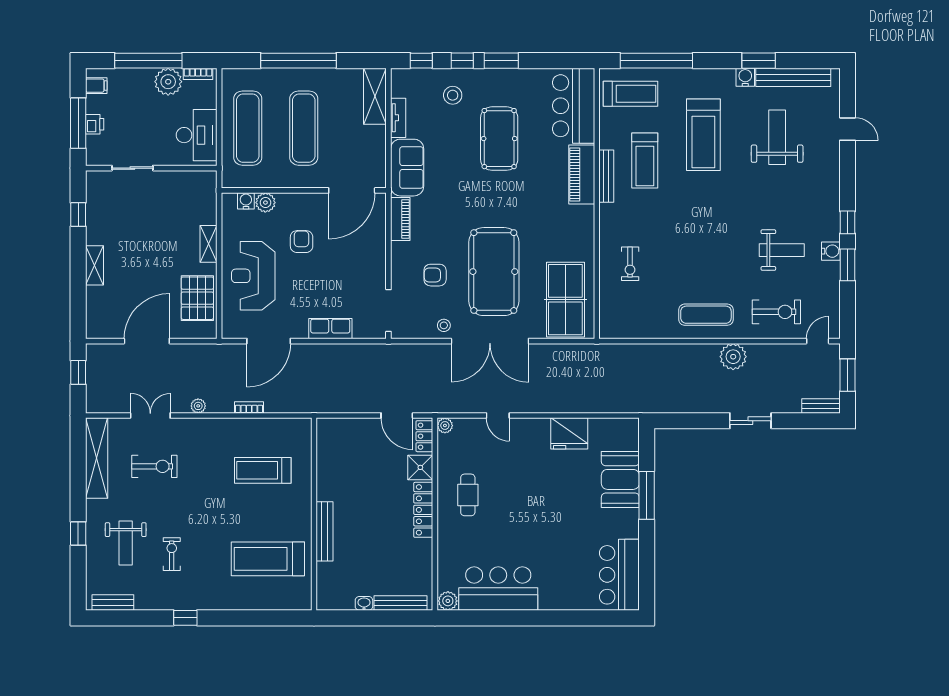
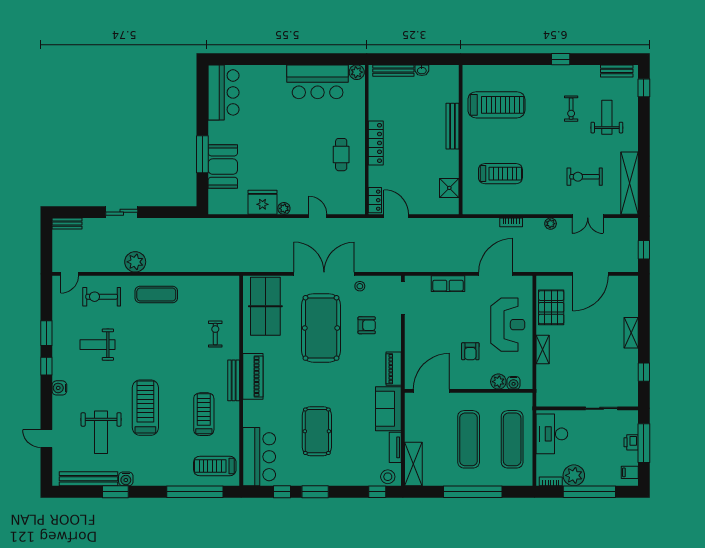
window: (462, 61) -> (282, 492), moved
stool: (453, 95) -> (388, 477), moved
treadmill: (703, 135) -> (145, 408), moved
piano: (582, 175) -> (253, 376), moved
bench: (606, 176) -> (234, 380), moved
water cooler: (831, 251) -> (59, 388), moved
window: (848, 375) -> (46, 248), removed
plant: (445, 425) -> (284, 208), moved
shower: (420, 467) -> (449, 188), moved
window: (78, 533) -> (644, 88), moved

